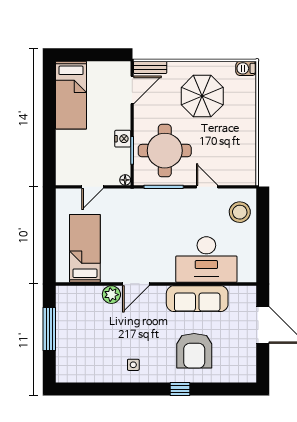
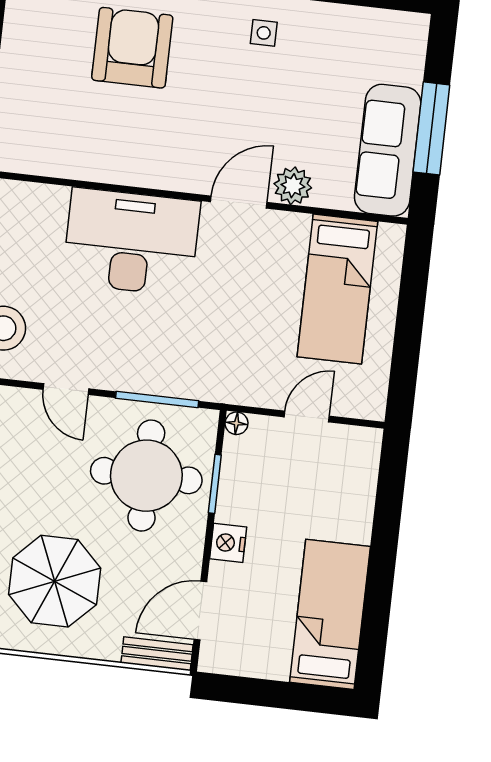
nightstand: (123, 139) -> (228, 543), moved
desk: (206, 259) -> (131, 242), moved
sofa: (197, 299) -> (388, 150), moved, turned -90

